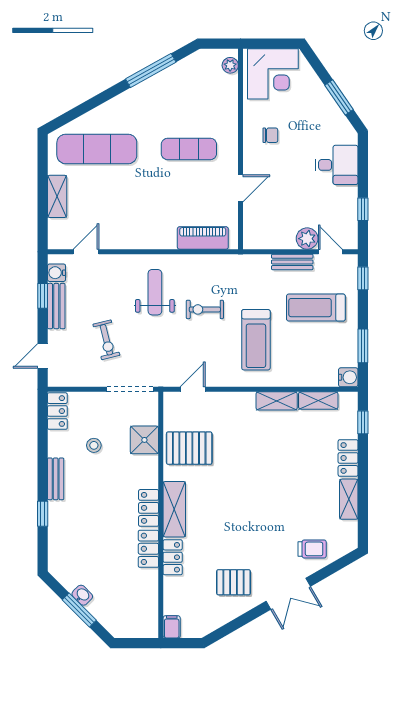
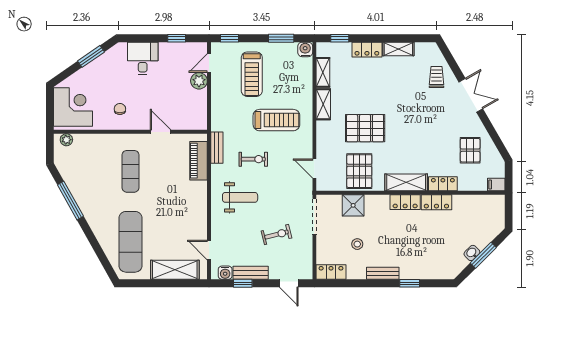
shelving: (57, 196) -> (175, 270), width x1.50, depth x1.33
bench: (292, 262) -> (217, 148), moved
weight bench: (155, 292) -> (240, 197), turned 180
exercise bike: (205, 309) -> (253, 159), turned -90
pallet: (245, 456) -> (365, 128), added
pallet: (233, 582) -> (470, 150), moved

